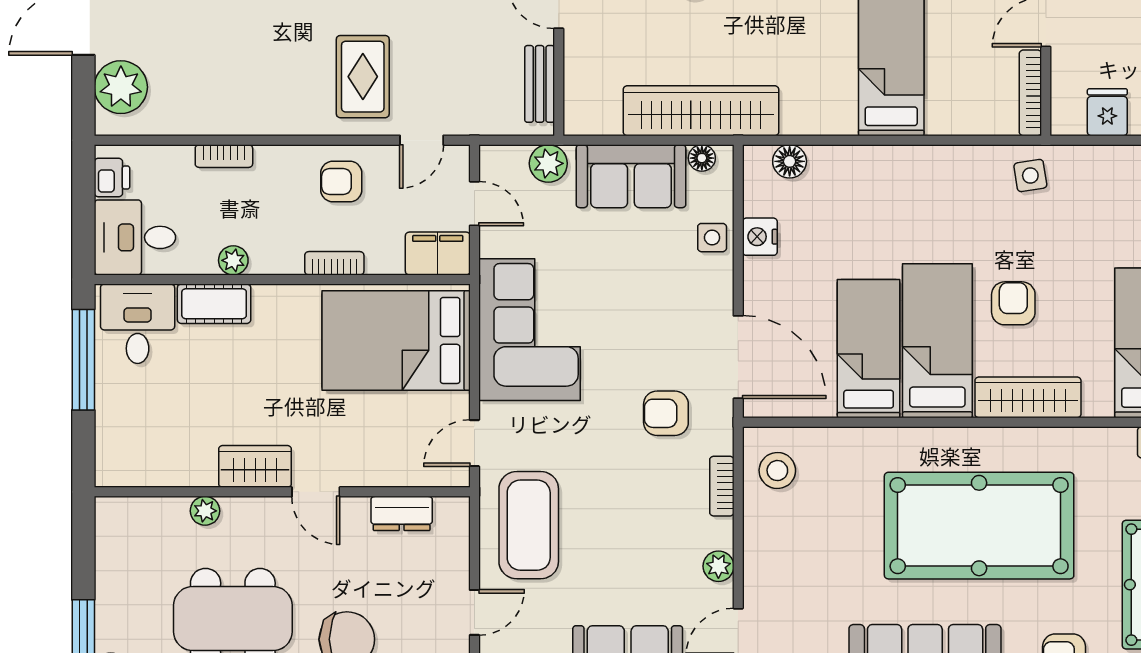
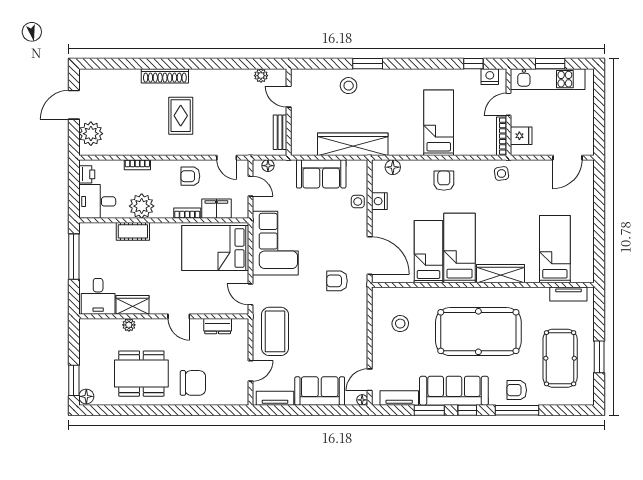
rug: (363, 77) -> (181, 116), moved
fridge: (1107, 112) -> (521, 136), moved, turned 90
door: (422, 140) -> (227, 158), hinge flipped
floor lamp: (702, 158) -> (268, 166), moved
plant: (548, 163) -> (284, 168), removed
filing cabinet: (438, 253) -> (216, 209), moved
plant: (233, 260) -> (142, 206), width x1.87, depth x1.87
armchair: (1013, 303) -> (444, 181), moved
desk: (138, 324) -> (98, 296), moved, turned 180
door: (474, 443) -> (251, 294), hinge flipped
wardrobe: (255, 466) -> (132, 305), moved
stool: (777, 471) -> (400, 324), moved
bookcase: (722, 486) -> (362, 314), removed
plant: (718, 566) -> (361, 350), removed

